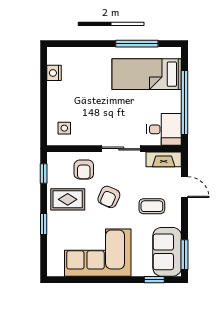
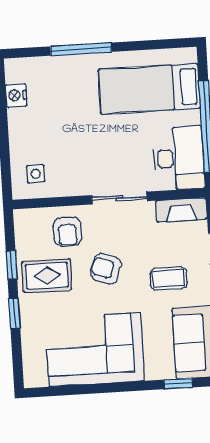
window: (137, 44) -> (81, 49), moved
desk: (164, 129) -> (179, 158), width x1.37
window: (44, 173) -> (11, 265), moved
armchair: (109, 197) -> (106, 269), turned 86

